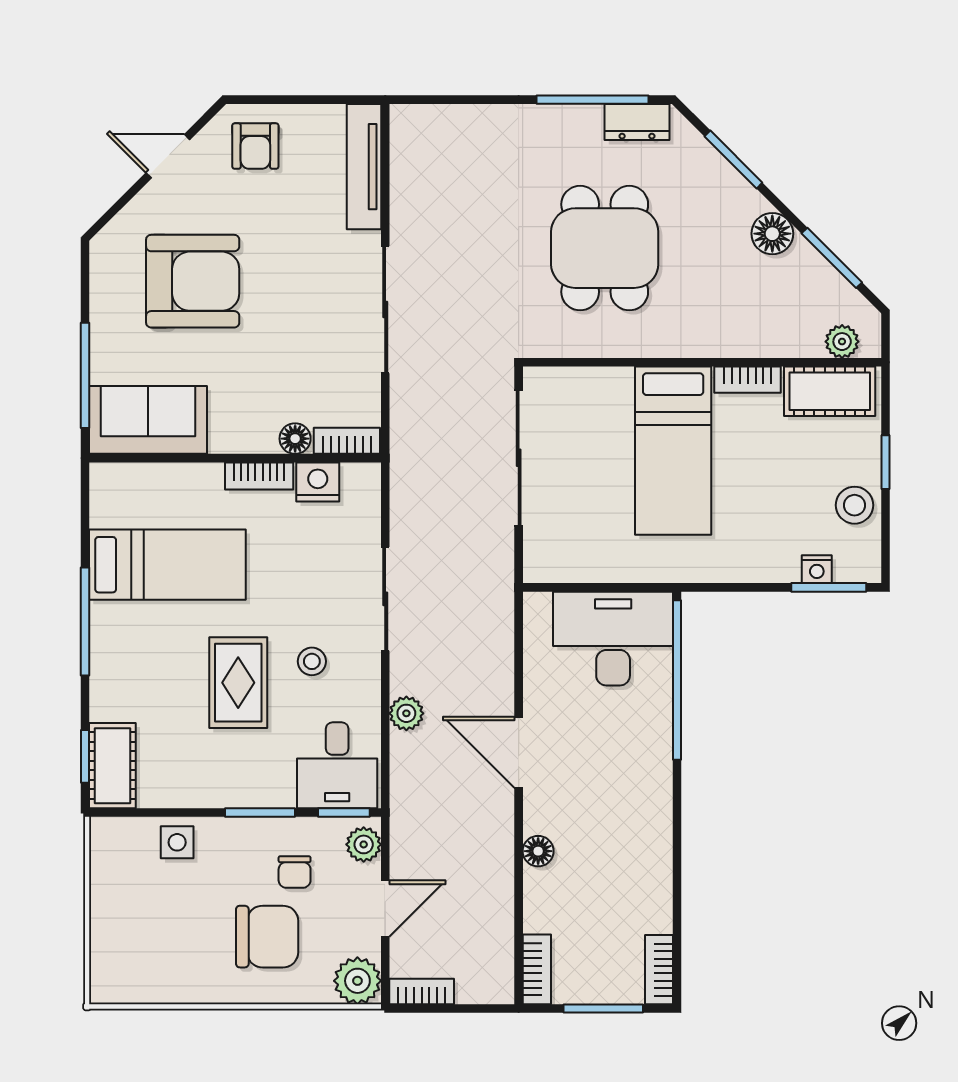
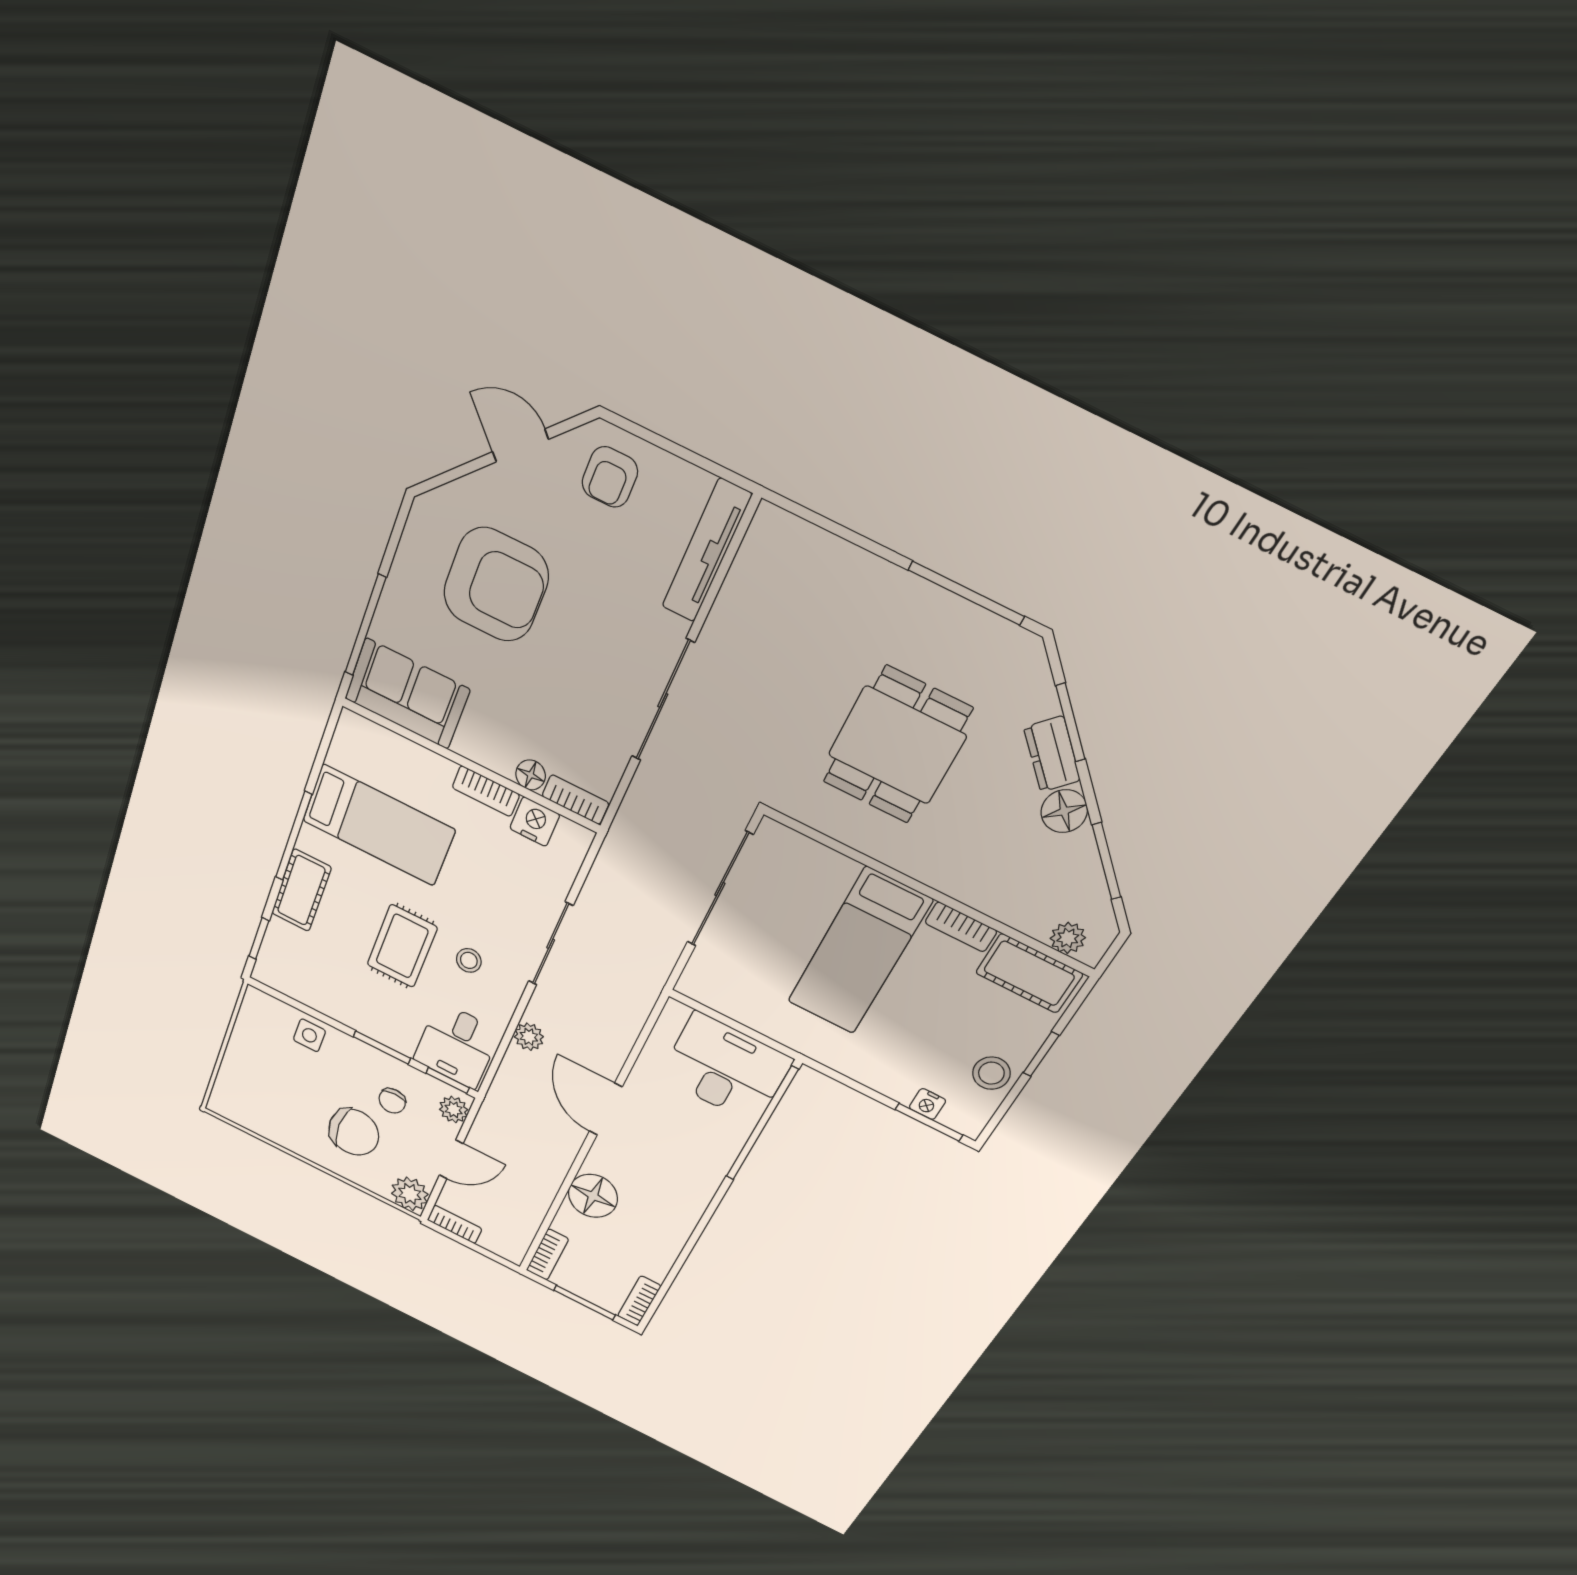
dresser: (637, 122) -> (1052, 754), moved, turned 45
cot: (112, 766) -> (301, 890), moved
floor lamp: (538, 851) -> (593, 1196), width x1.89, depth x1.89

